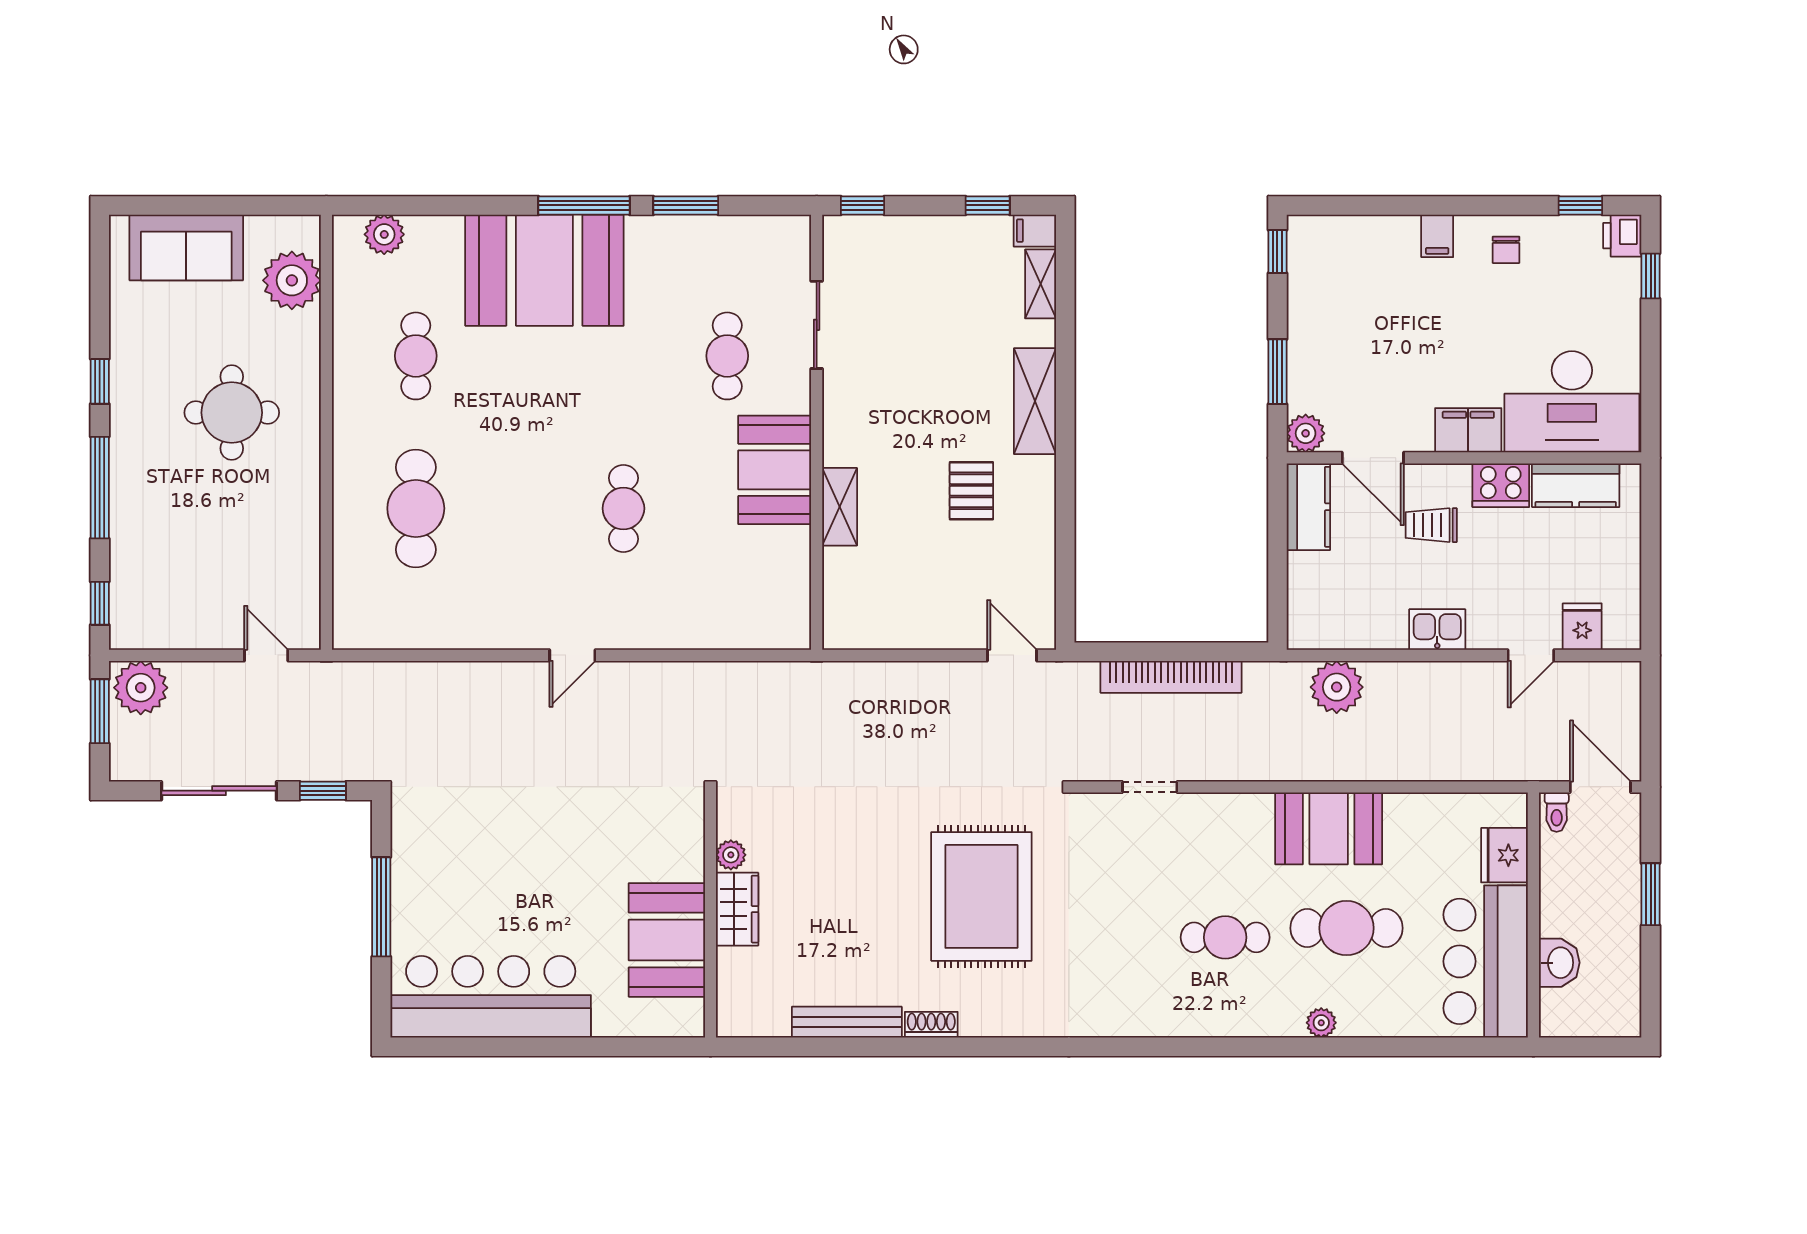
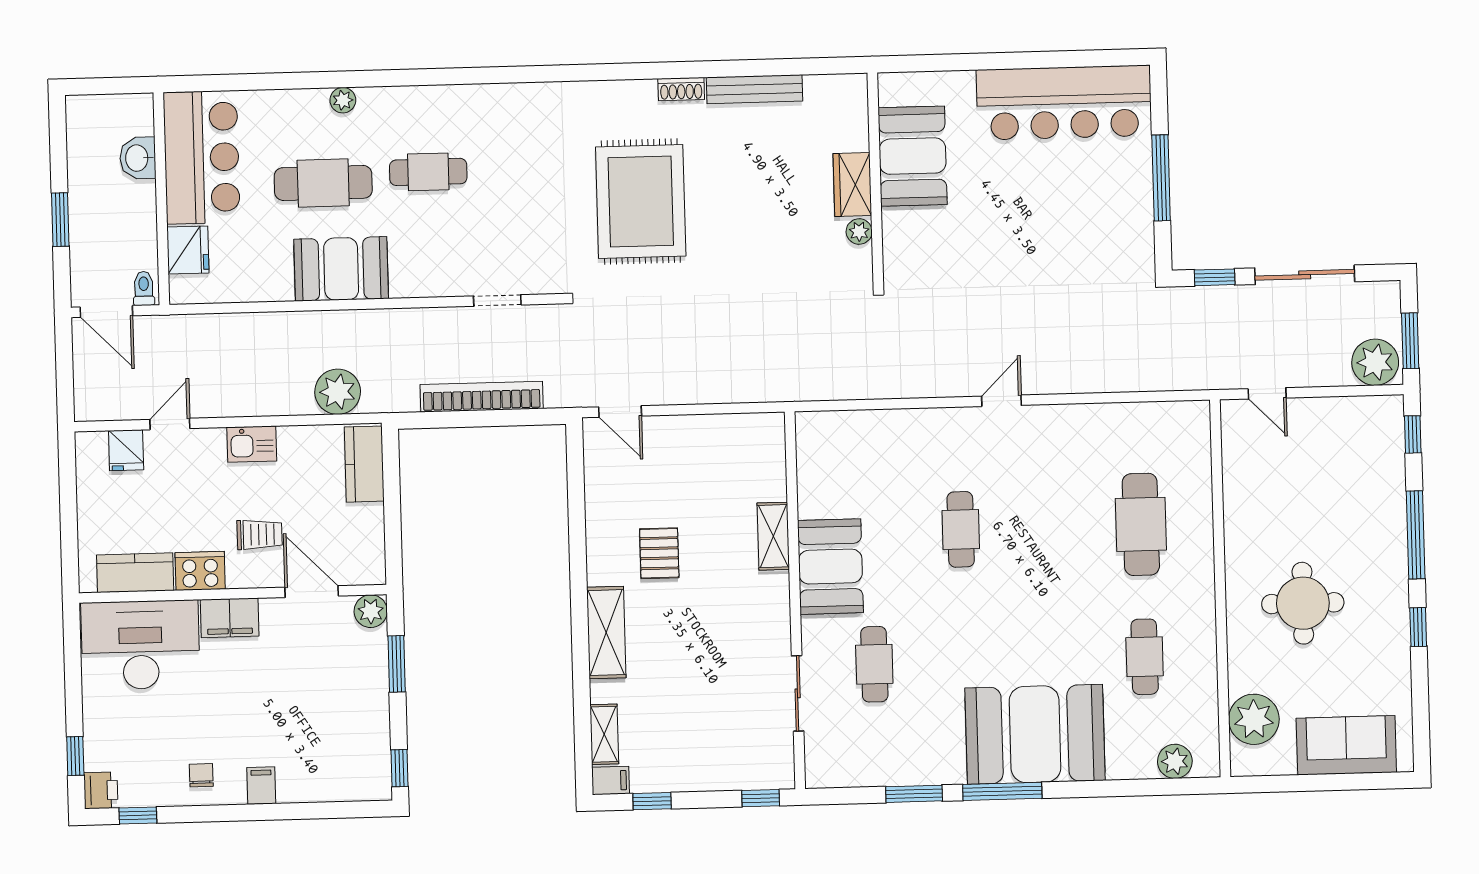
kitchen counter: (1308, 507) -> (364, 464), moved

